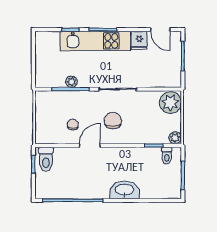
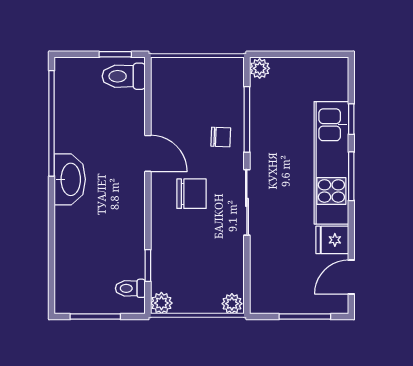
plant: (72, 82) -> (260, 68), moved
plant: (170, 103) -> (232, 304), width x0.53, depth x0.53
chair: (73, 125) -> (221, 137), moved
washbasin: (124, 190) -> (70, 179), moved

